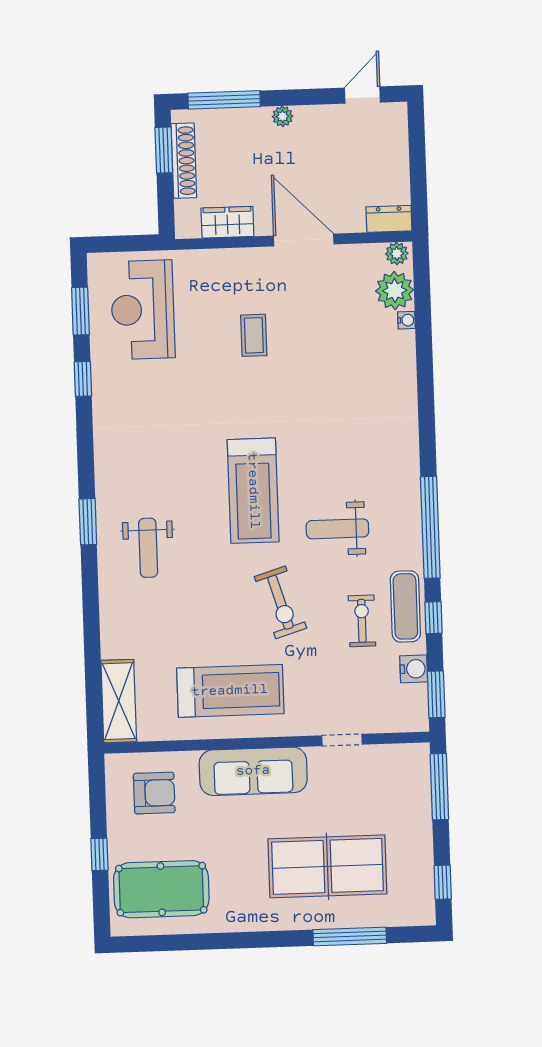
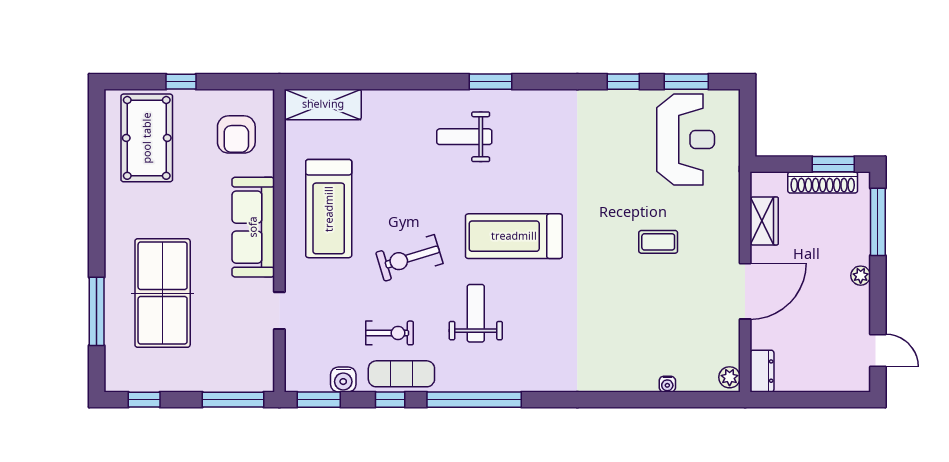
plant: (395, 290) -> (695, 374), removed
reception desk: (143, 310) -> (686, 139), turned 90

